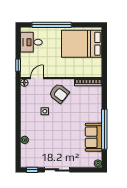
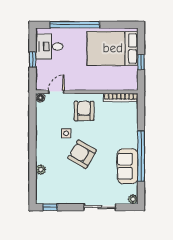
window: (104, 55) -> (141, 62), added
window: (18, 65) -> (33, 59), moved
armchair: (59, 93) -> (84, 111), turned -128
armchair: (57, 128) -> (82, 154), added
sliding door: (57, 170) -> (100, 207), moved

